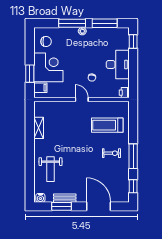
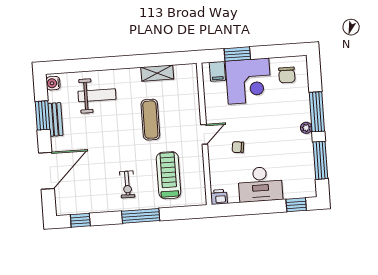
exercise mat: (69, 135) -> (150, 120), added
window: (133, 156) -> (141, 216), moved
weight bench: (51, 169) -> (97, 95), turned 180

